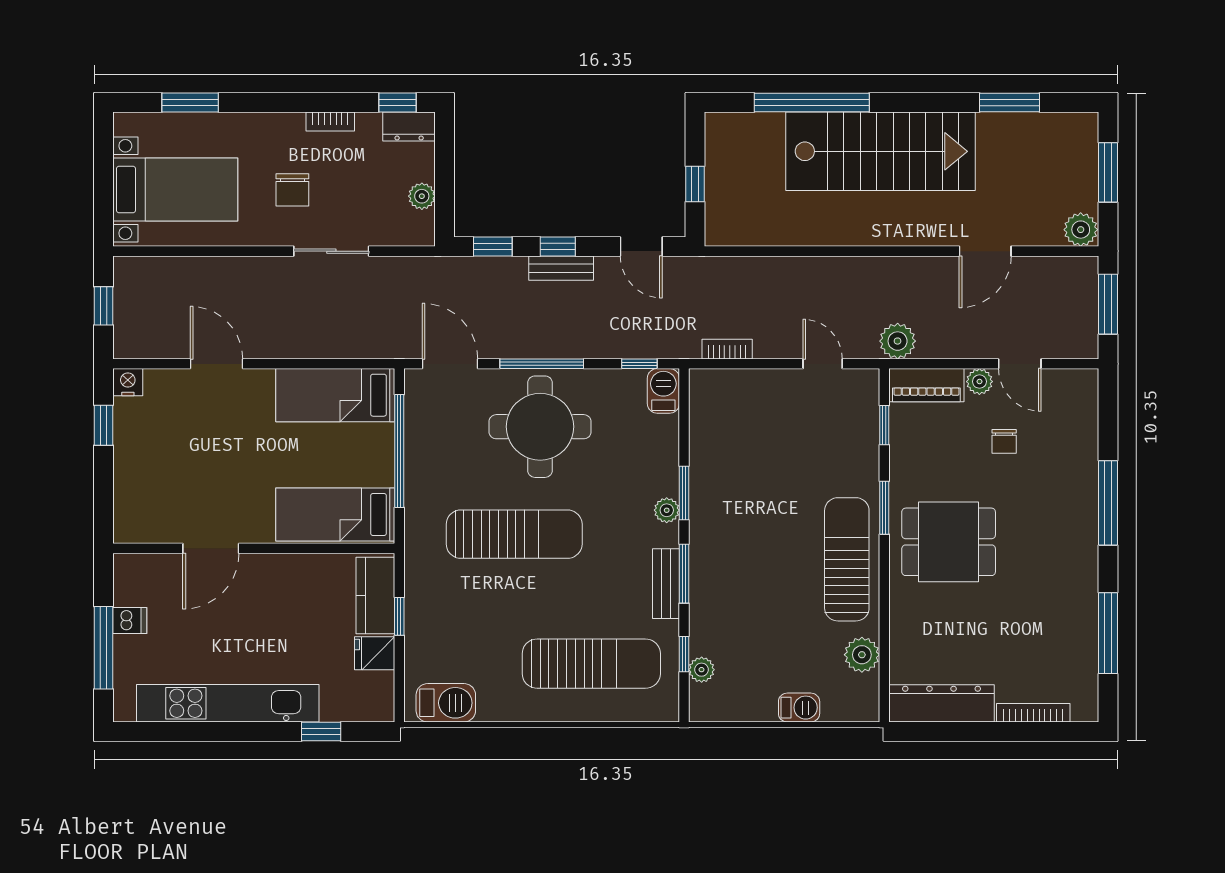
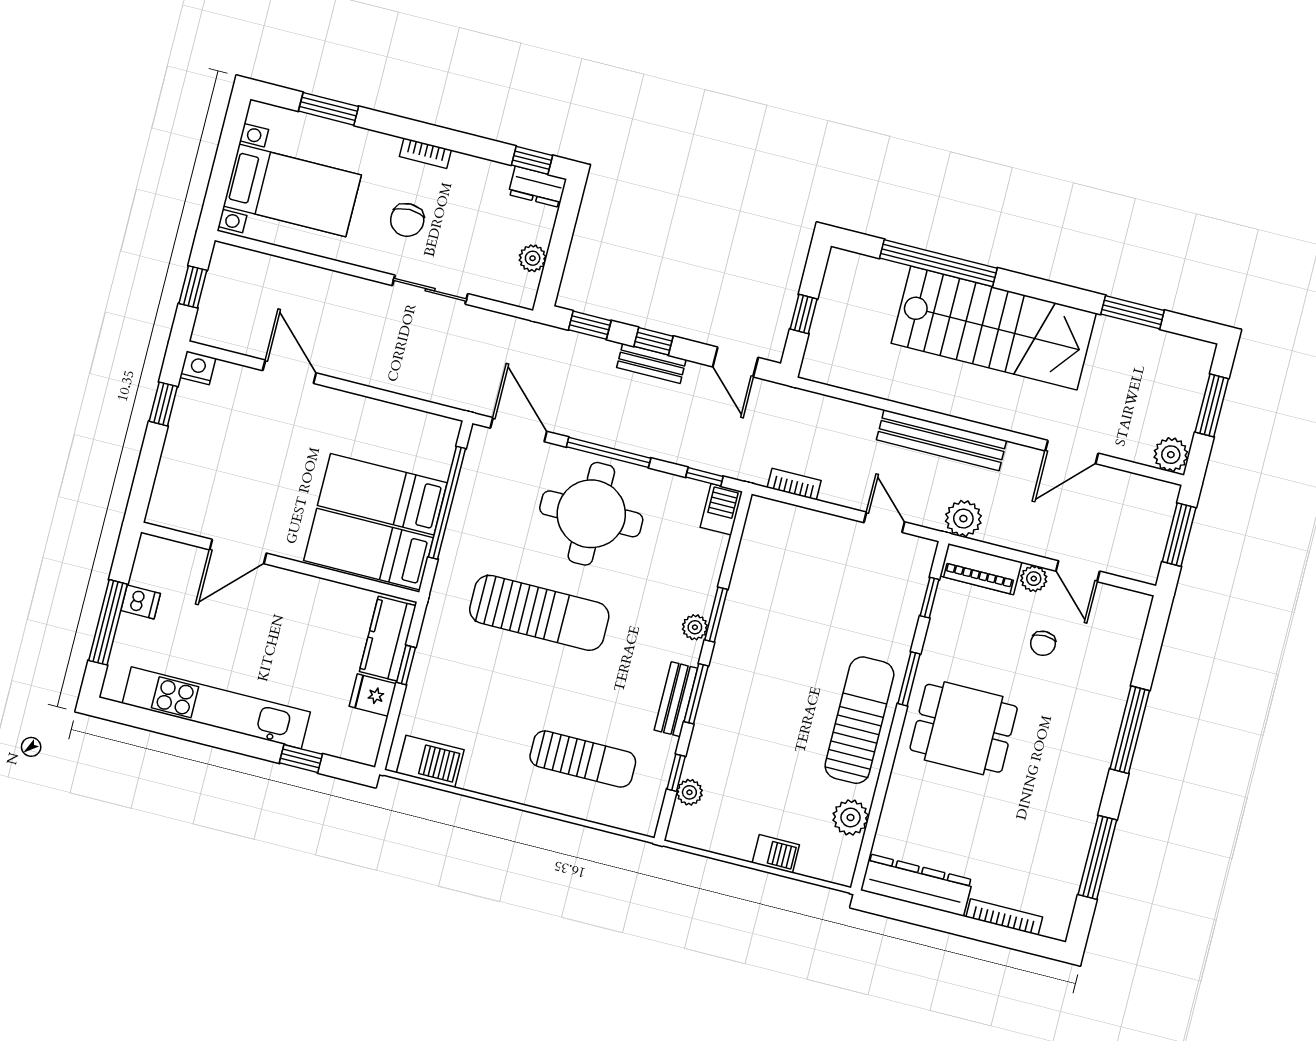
bookcase: (330, 121) -> (425, 153), moved
bench: (858, 271) -> (942, 440), added
bed: (335, 395) -> (382, 494), moved
sun lounger: (591, 664) -> (583, 759), width x0.73, depth x0.75

